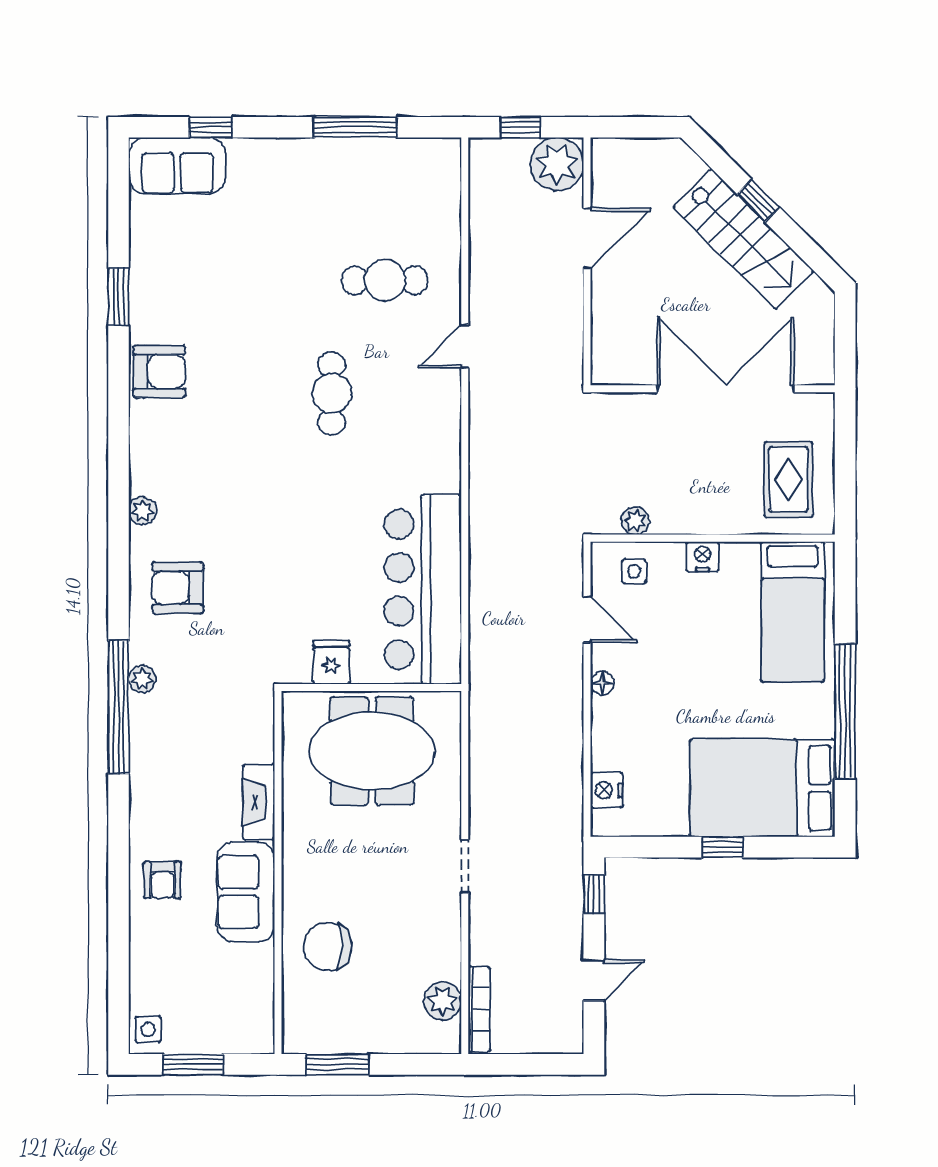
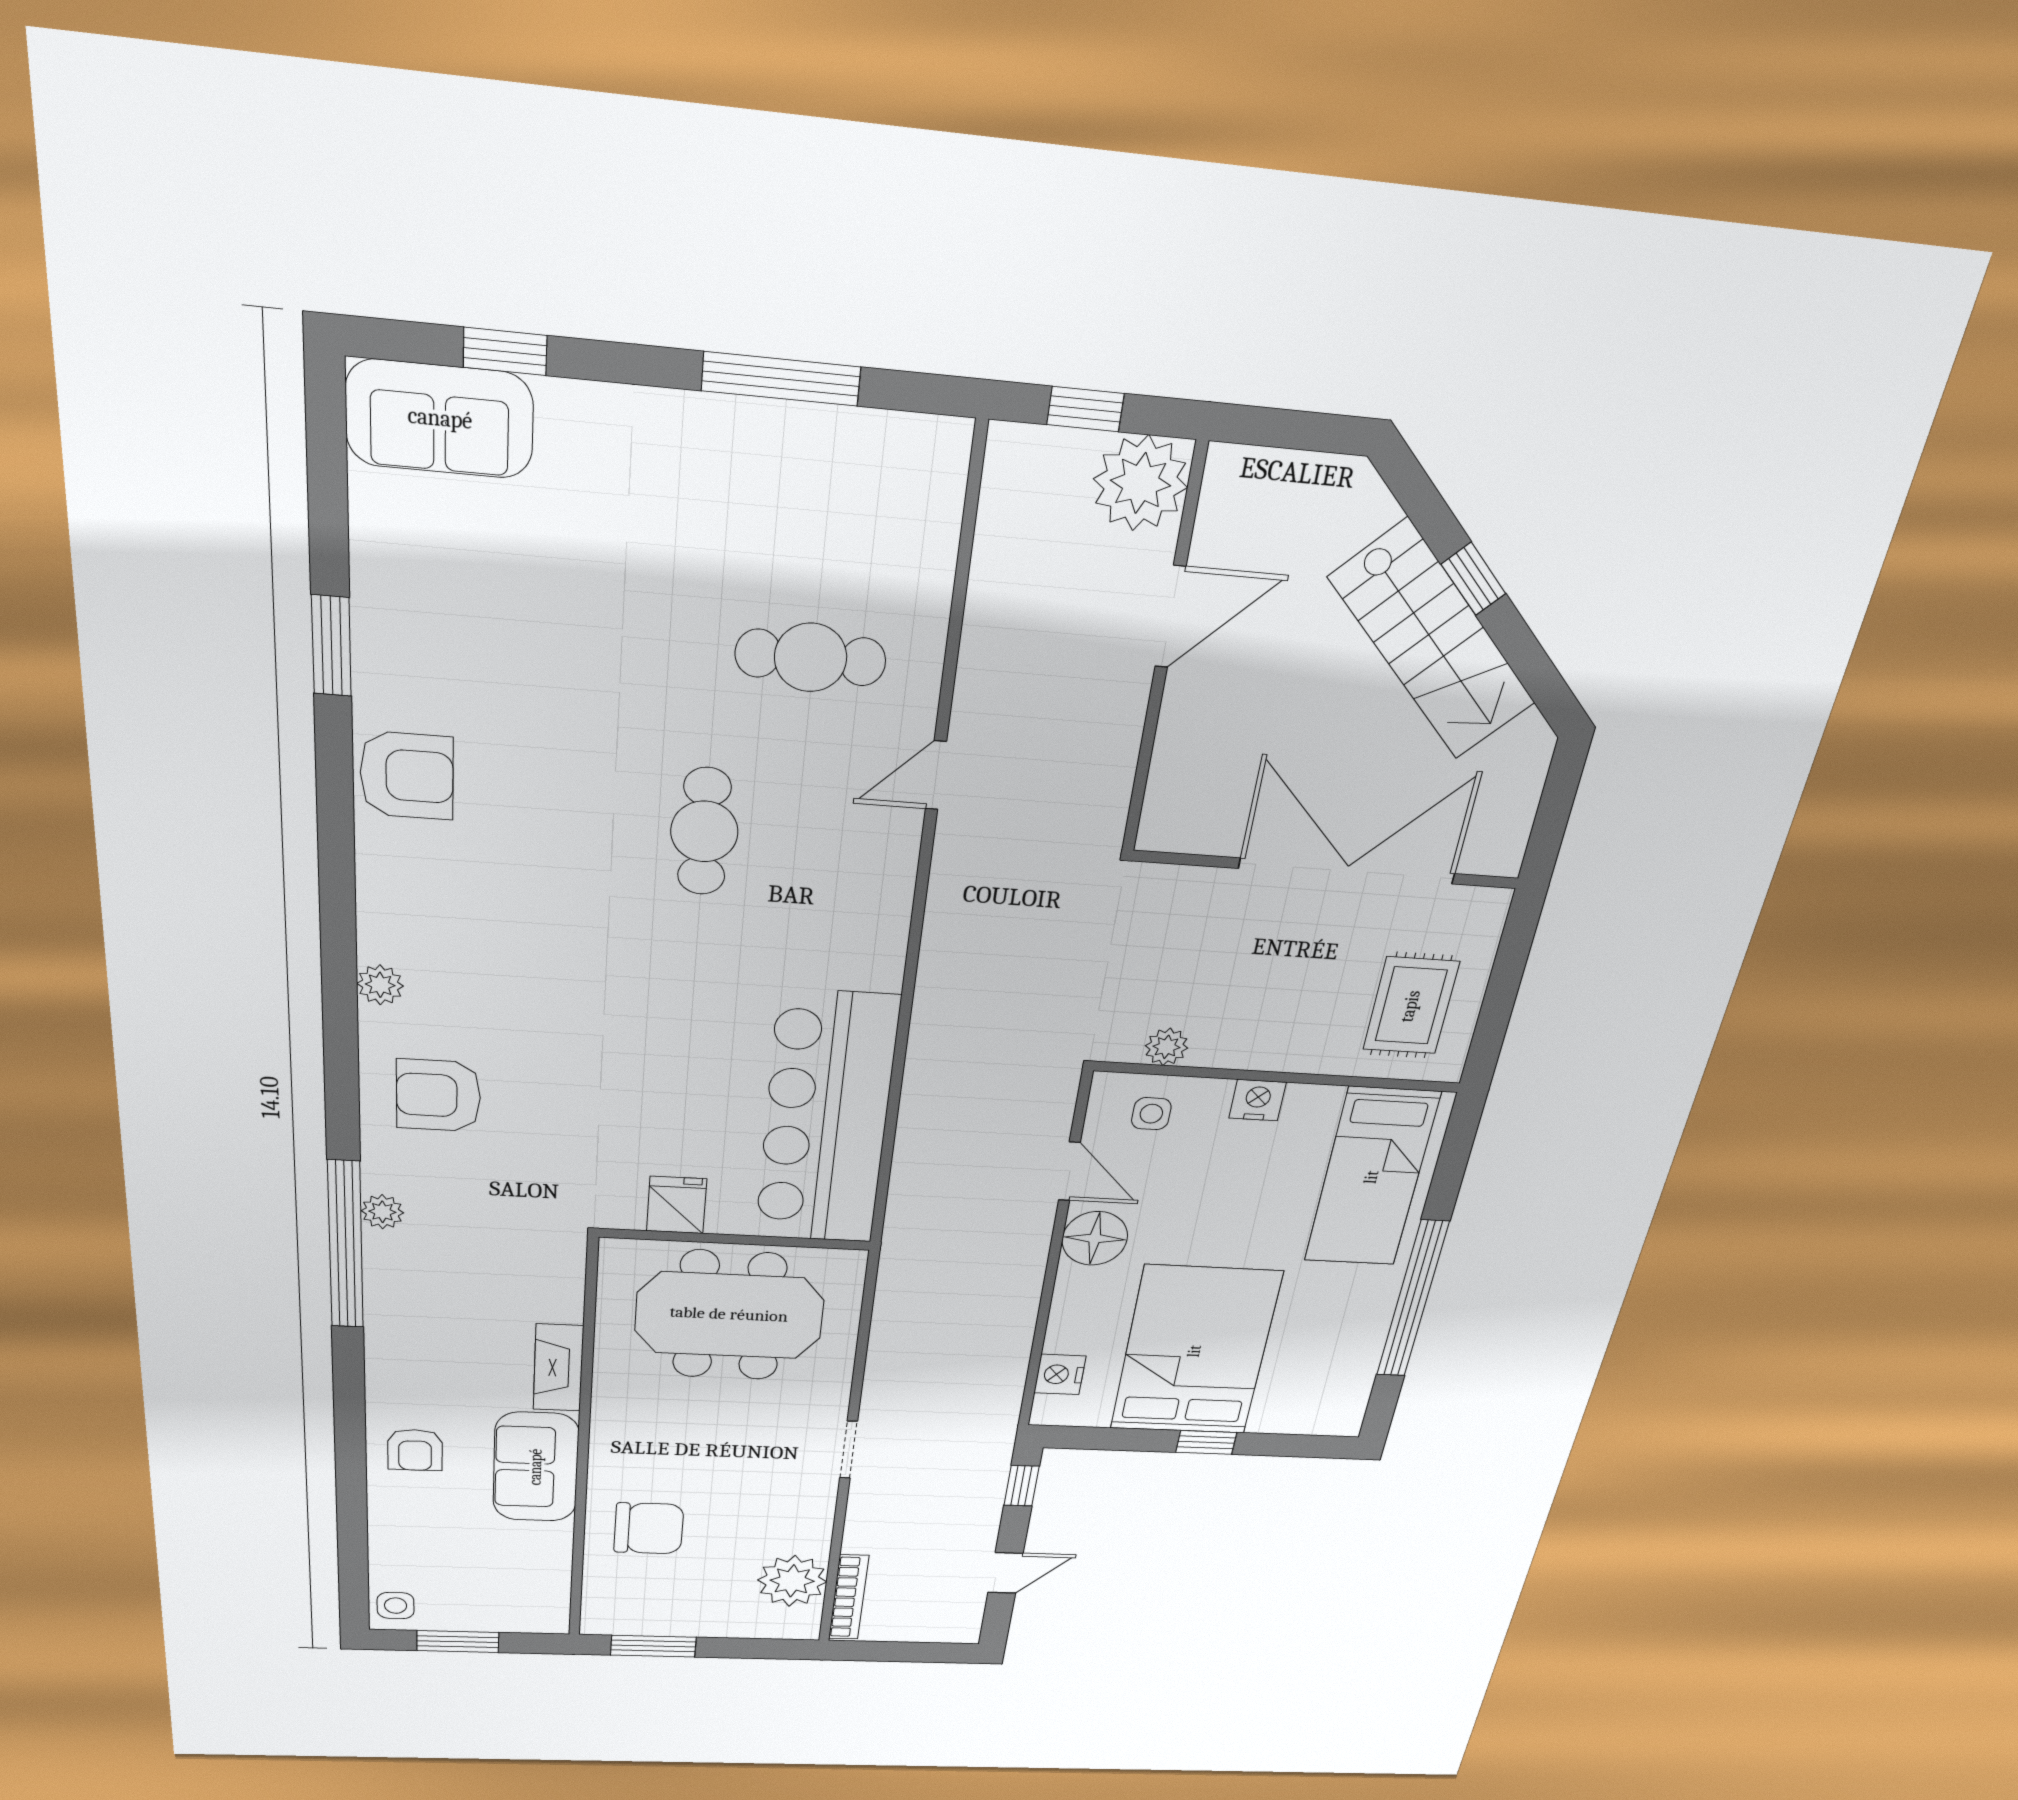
floor lamp: (602, 683) -> (1095, 1238), width x1.89, depth x1.89
bed: (762, 788) -> (1195, 1351), moved, turned 90
chair: (328, 946) -> (649, 1528), turned 180
plant: (443, 1001) -> (792, 1581), width x1.36, depth x1.36

